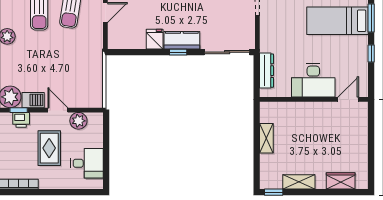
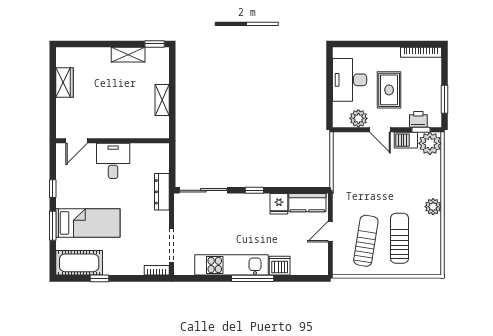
kitchen counter: (182, 40) -> (307, 203), moved
dresser: (267, 71) -> (162, 192), moved
desk: (313, 80) -> (113, 161), width x0.73
desk: (87, 163) -> (350, 80), width x1.37
wardrobe: (341, 181) -> (64, 83), moved, turned -90

